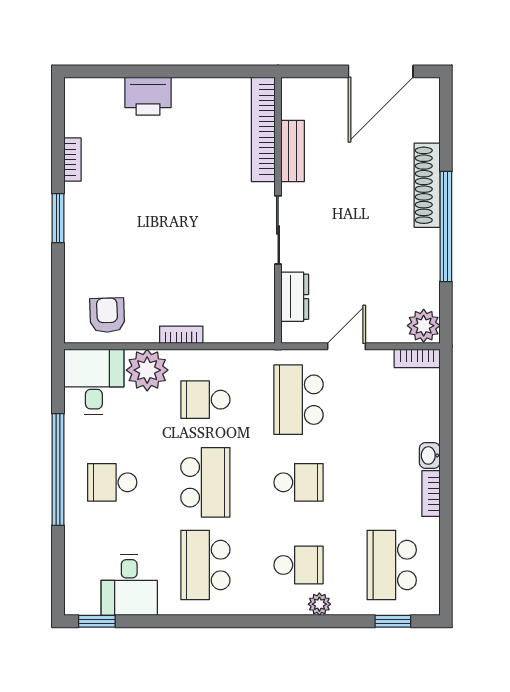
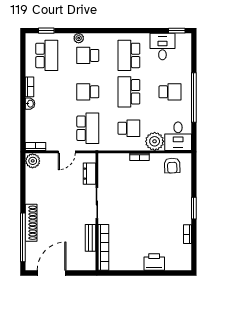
window: (446, 227) -> (23, 237), moved
school desk: (205, 565) -> (129, 55), turned 180

